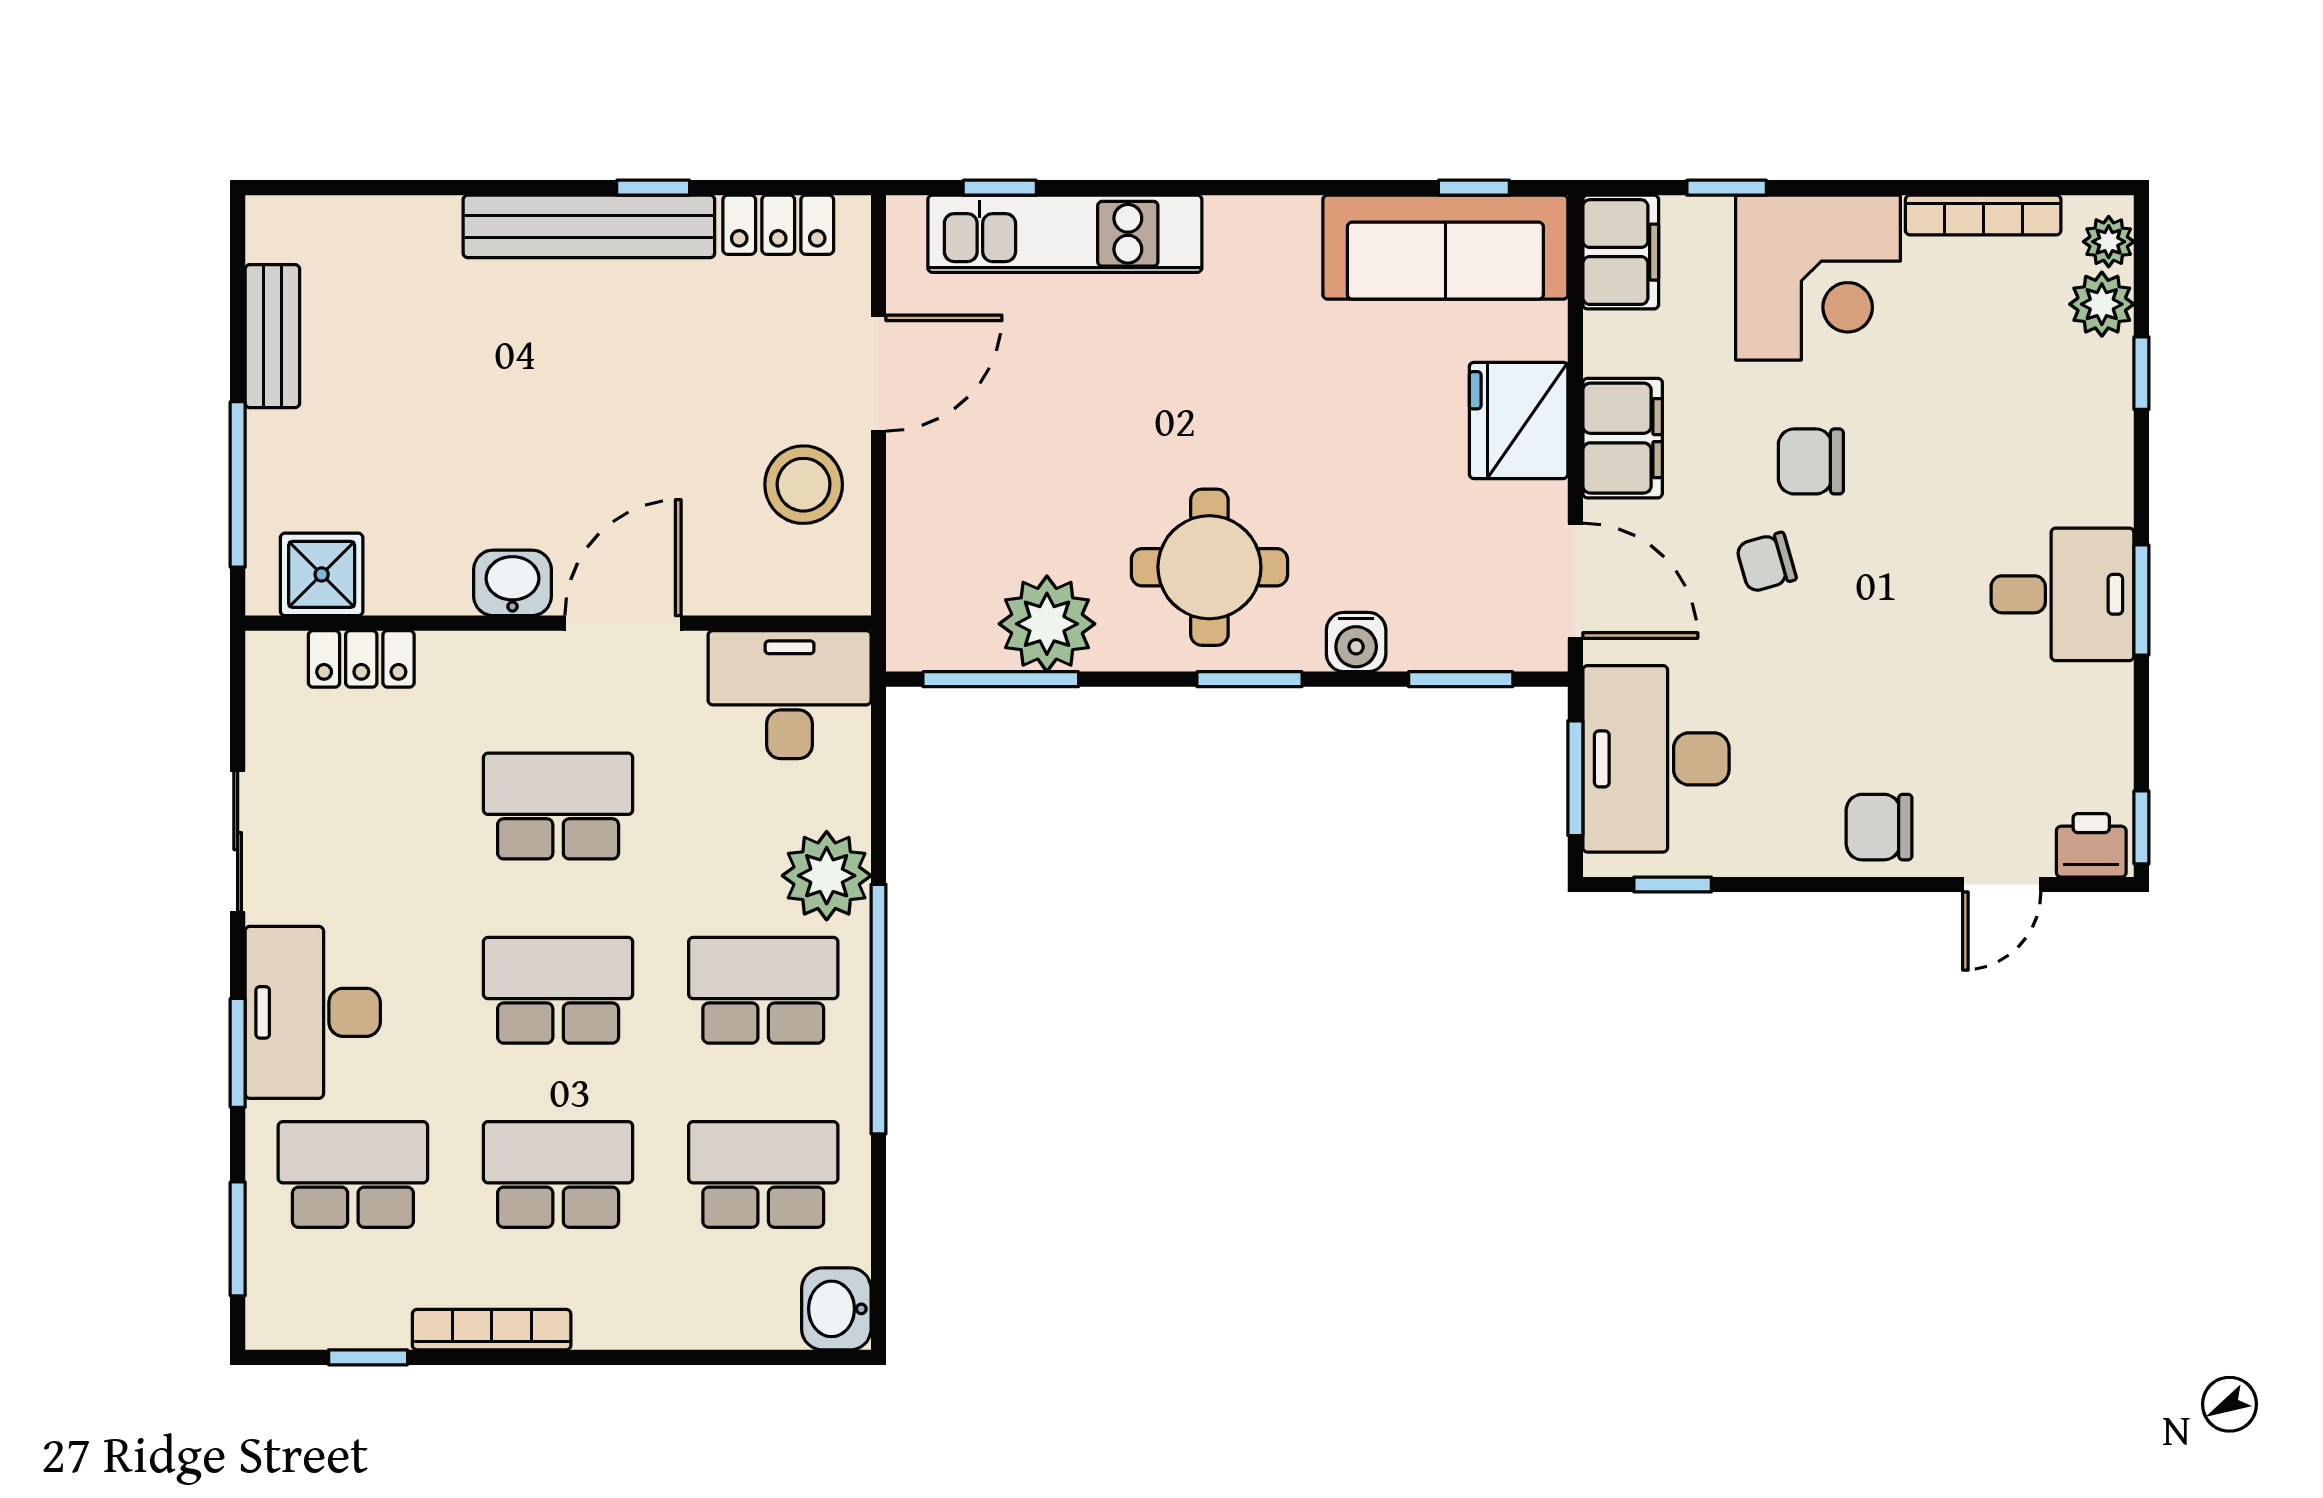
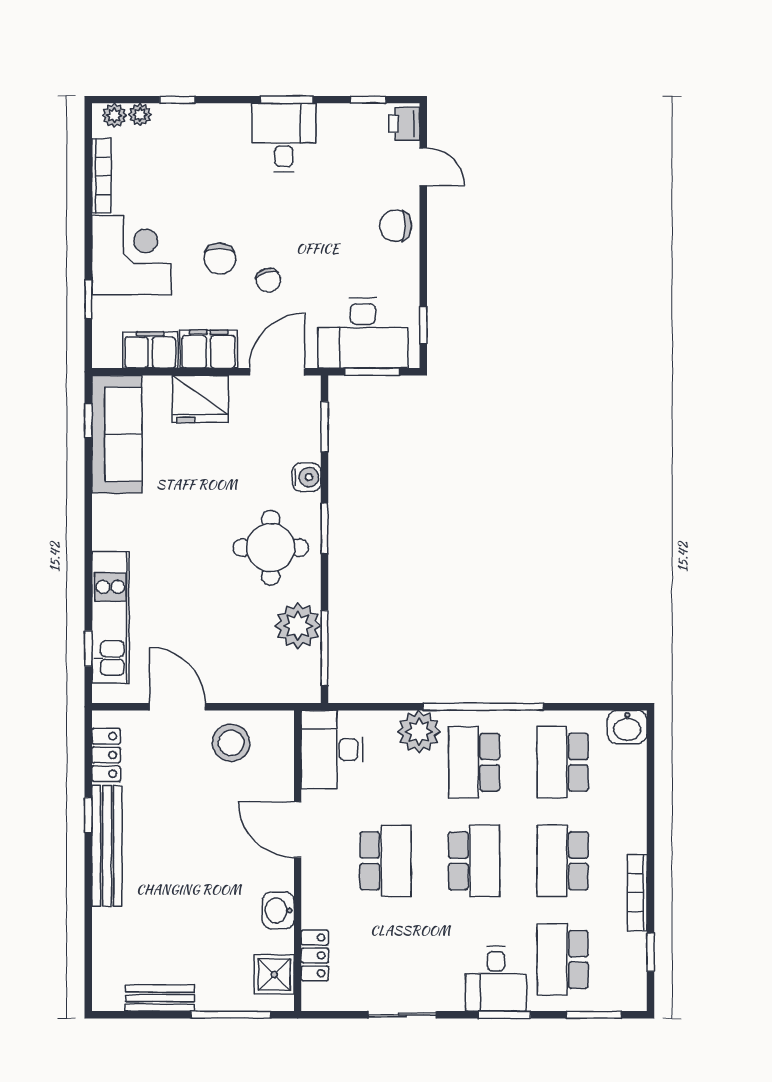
filing cabinet: (1621, 252) -> (150, 350), moved
plant: (2102, 304) -> (140, 115), width x0.73, depth x0.73
washbasin: (512, 583) -> (278, 910), moved
school desk: (558, 806) -> (386, 861), turned 180
chair: (1879, 827) -> (396, 226), turned 90
window: (2141, 827) -> (368, 100), moved
school desk: (558, 990) -> (474, 861), turned 180
desk: (313, 1012) -> (496, 979), width x0.73

